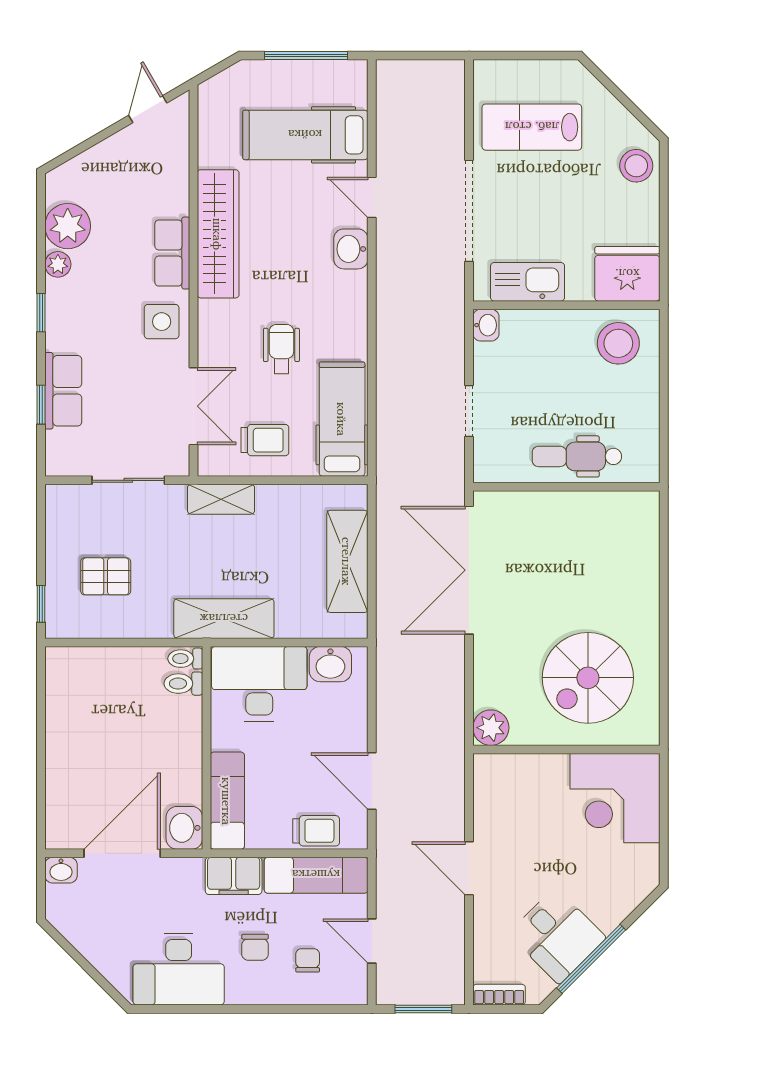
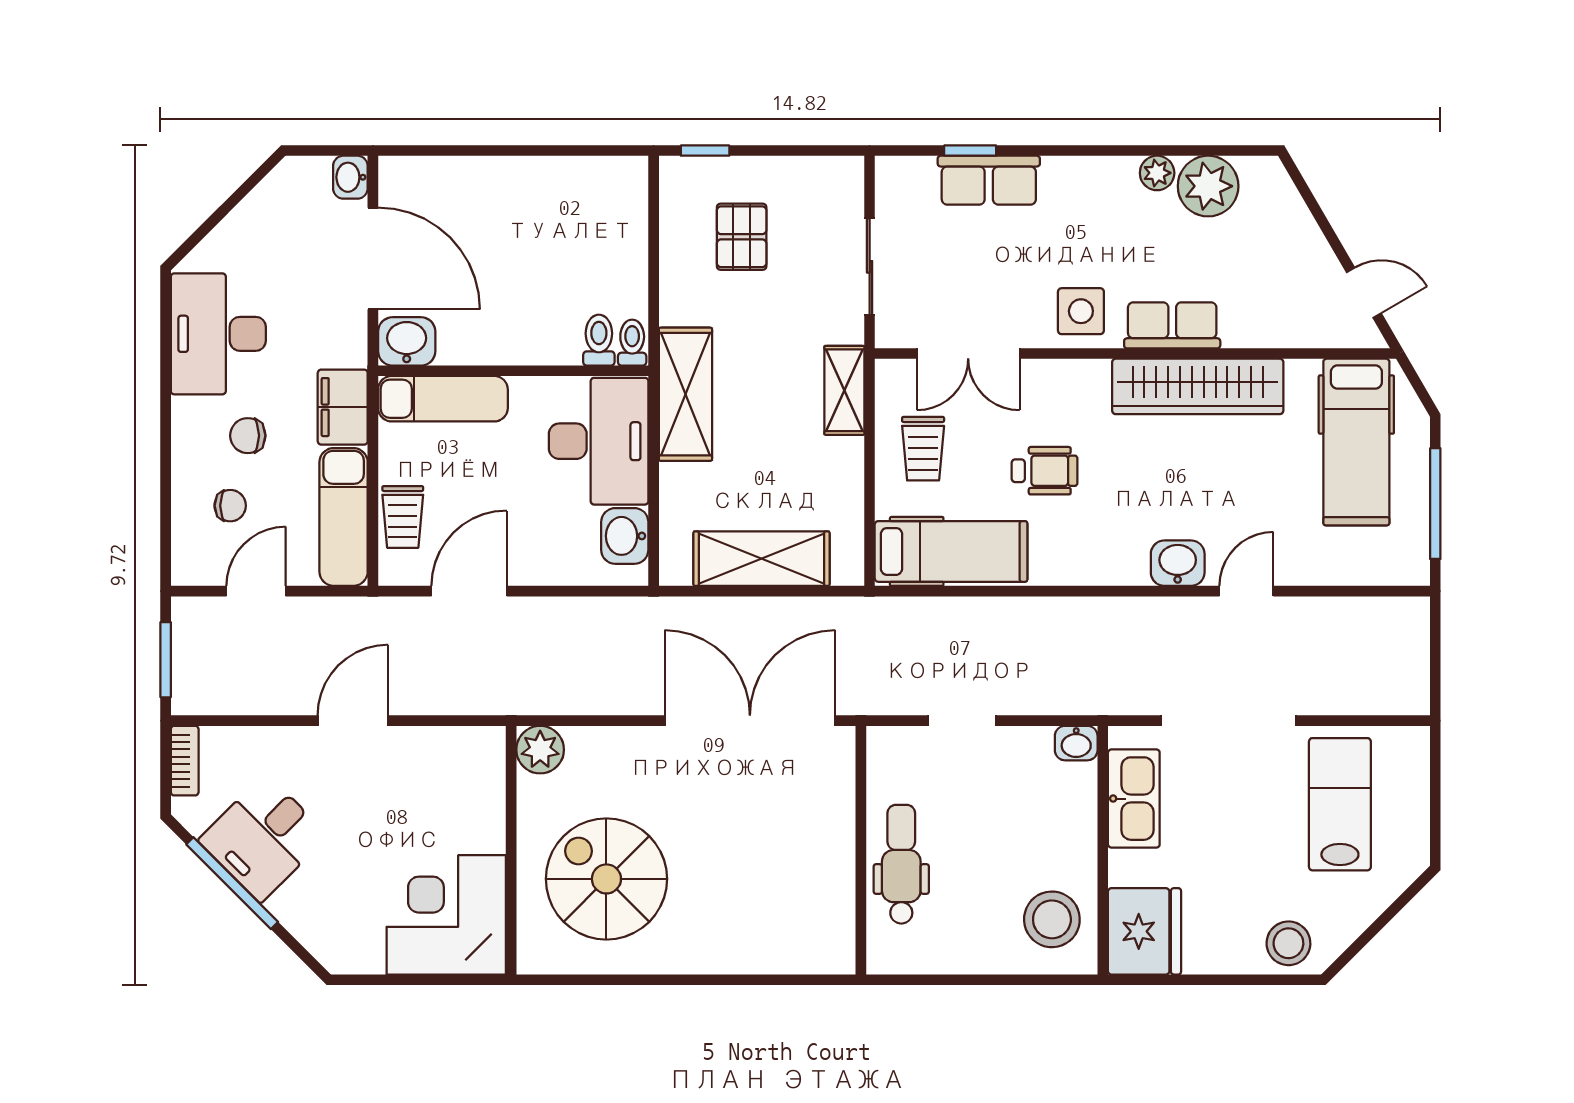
hospital bed: (305, 135) -> (1356, 442), moved, turned 180
window: (41, 313) -> (1093, 151), removed

